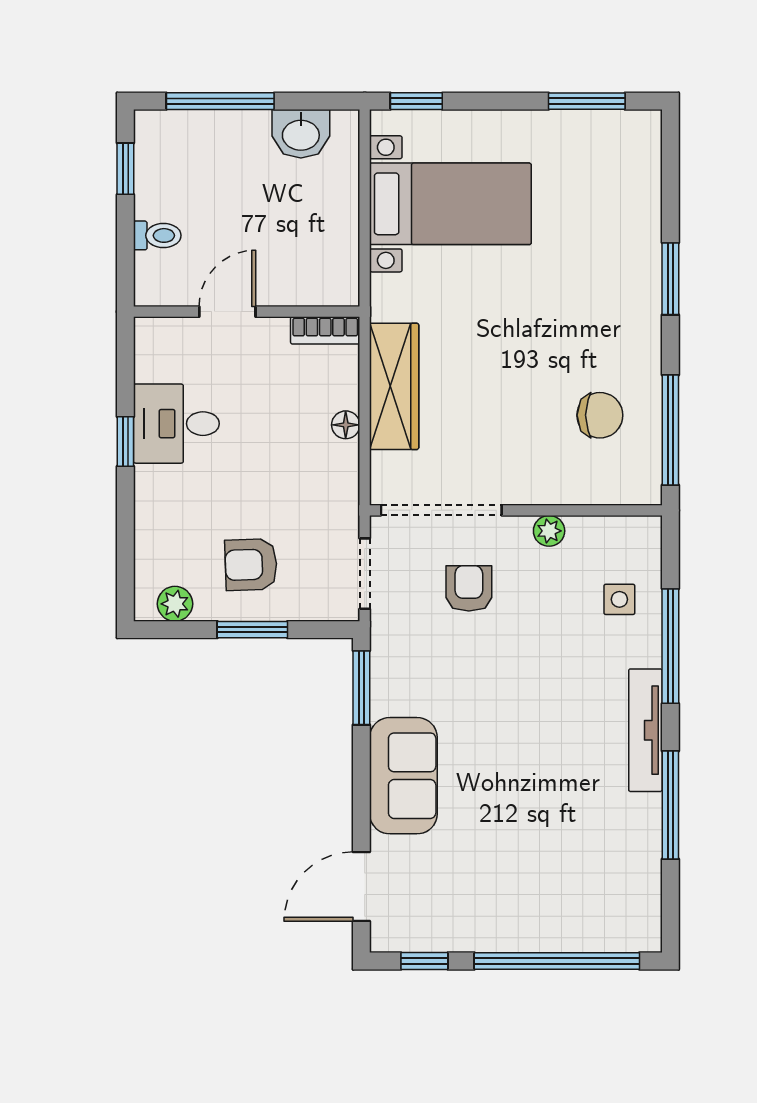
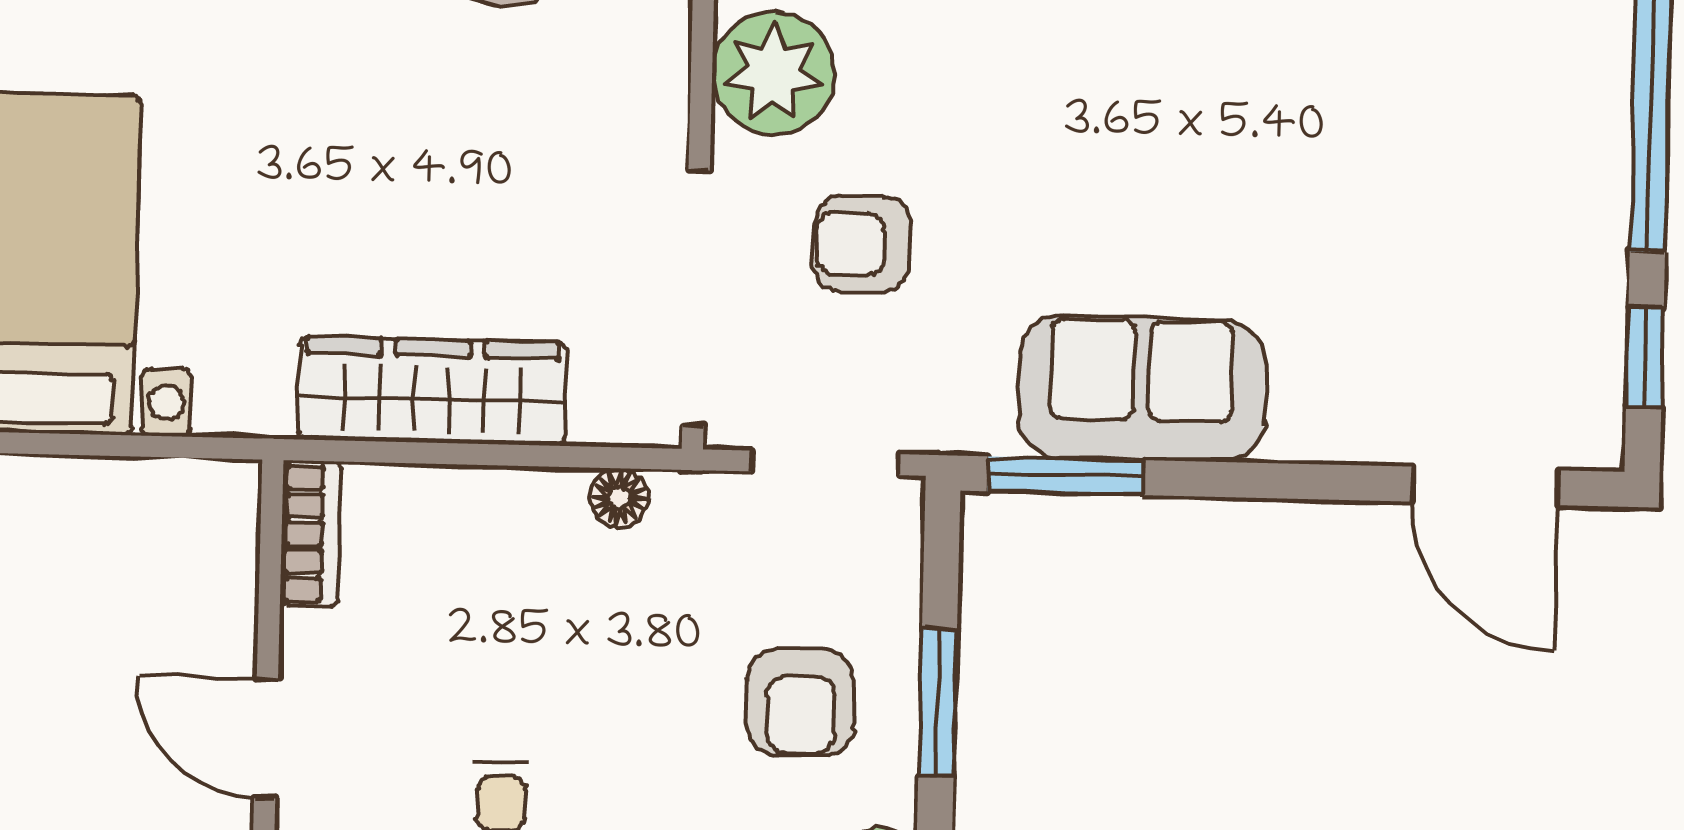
floor lamp: (346, 425) -> (619, 498), moved
plant: (549, 531) -> (773, 73), width x1.87, depth x1.87
sofa: (403, 776) -> (1142, 389), moved

